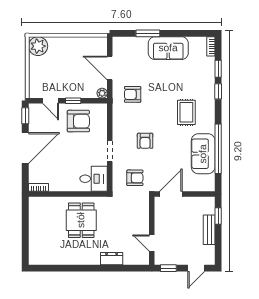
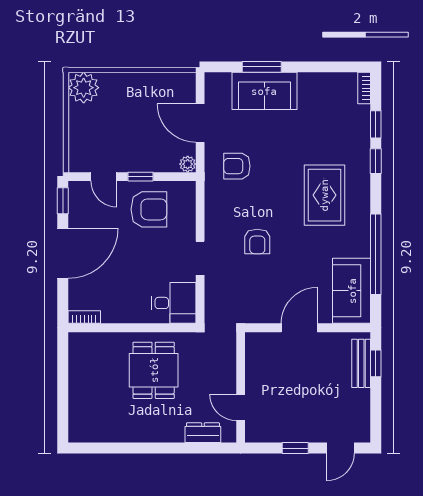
sofa: (168, 48) -> (264, 91), moved
rug: (186, 112) -> (324, 195), width x1.36, depth x1.43
sofa: (203, 154) -> (352, 291), moved
armchair: (135, 178) -> (241, 301), removed
bench: (209, 230) -> (361, 363), moved
wall: (152, 231) -> (241, 387), moved
door: (152, 243) -> (241, 407), moved

